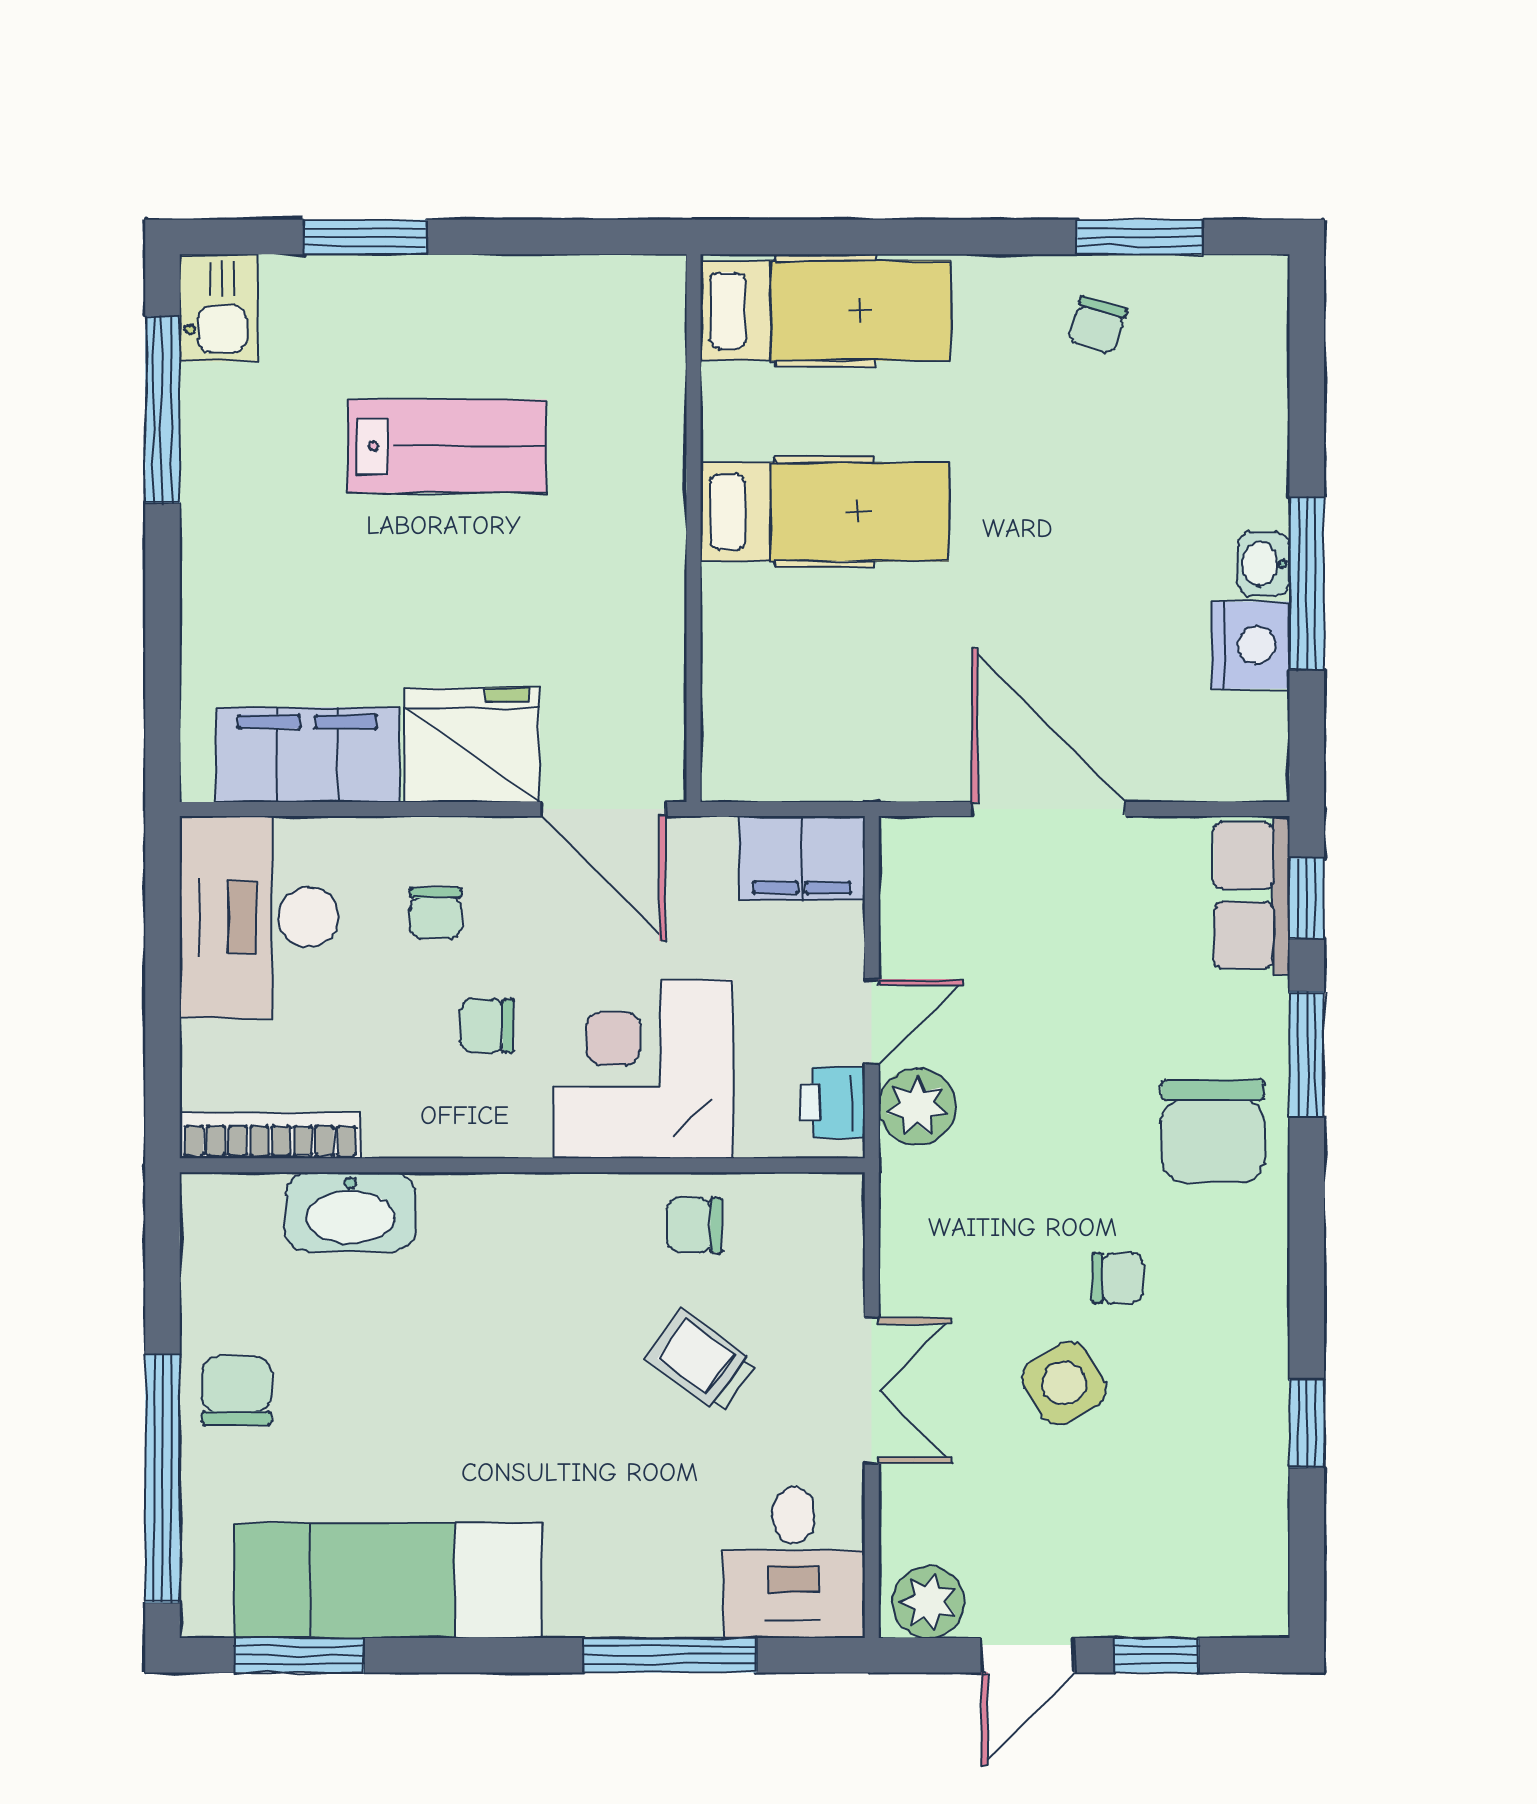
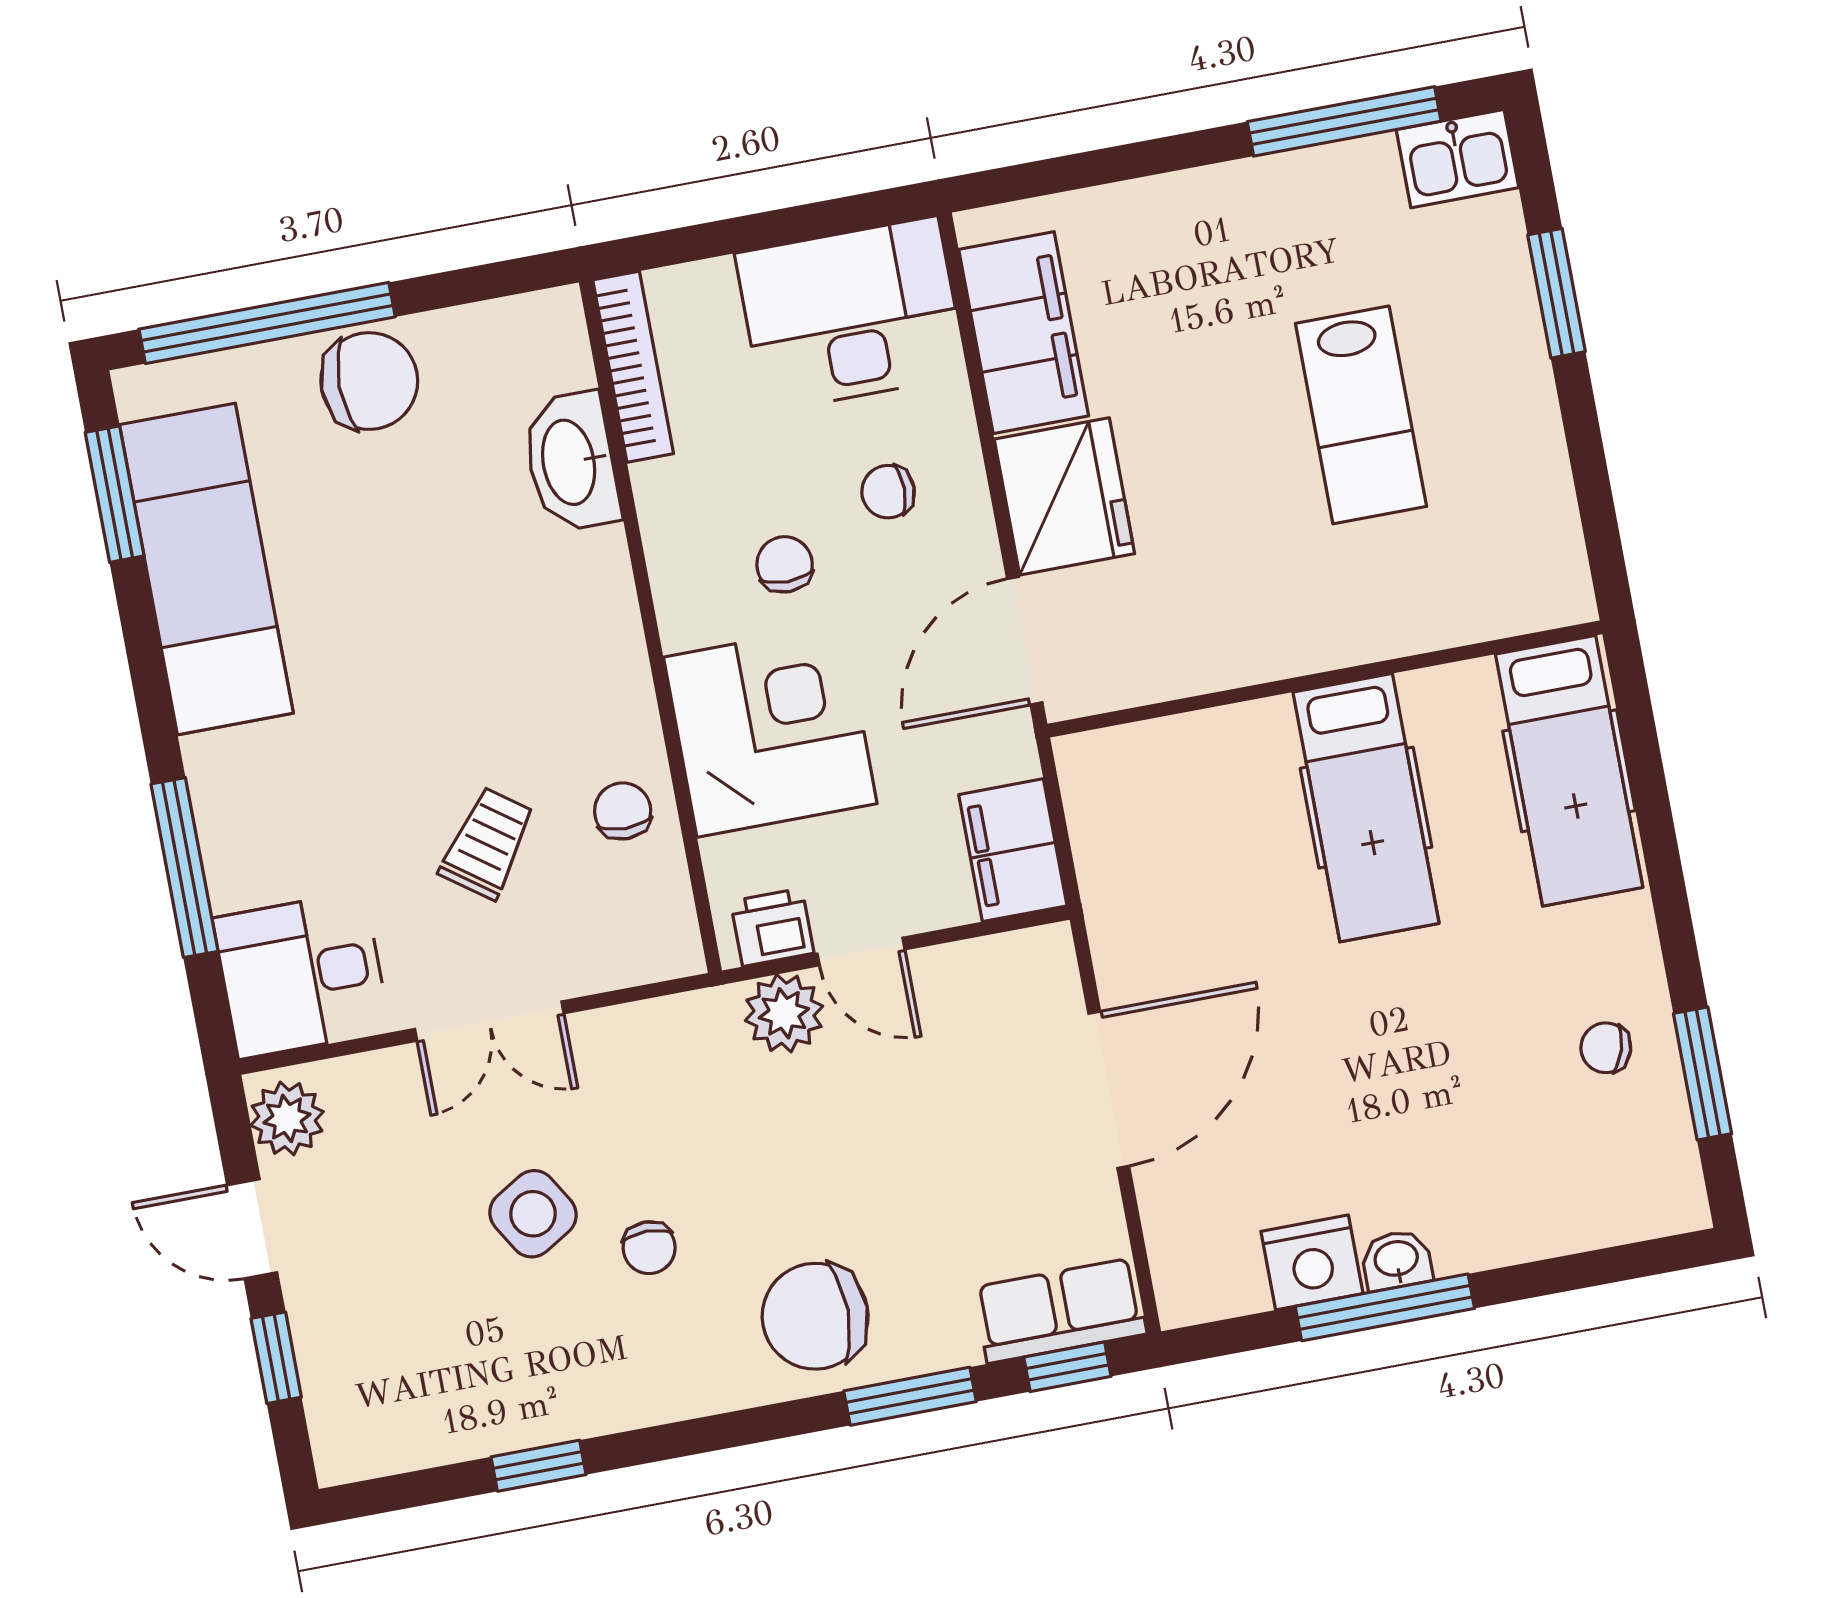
chair: (237, 1391) -> (369, 381), width x1.37, depth x1.37

